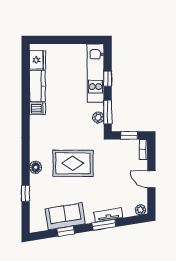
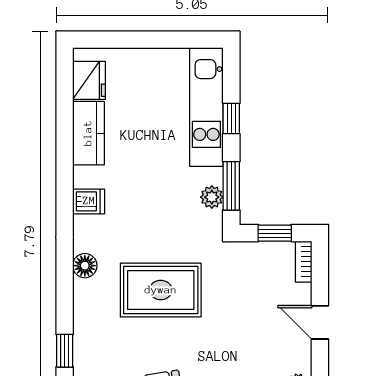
dishwasher: (37, 109) -> (89, 201), moved
floor lamp: (36, 167) -> (85, 266), moved

